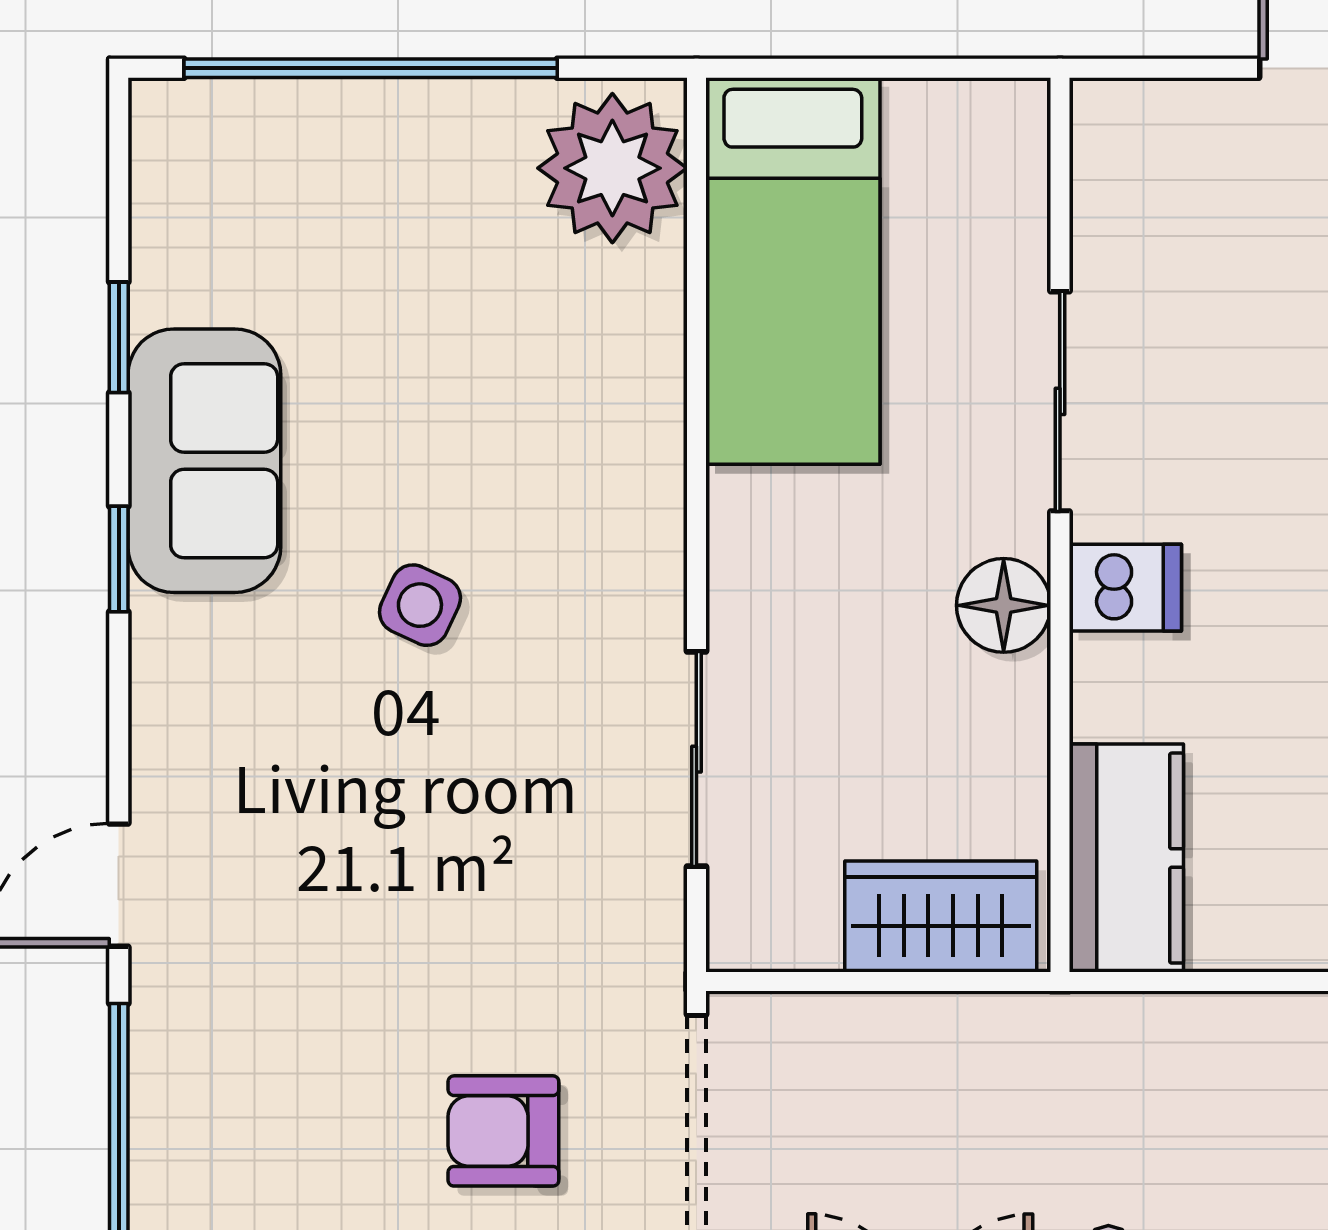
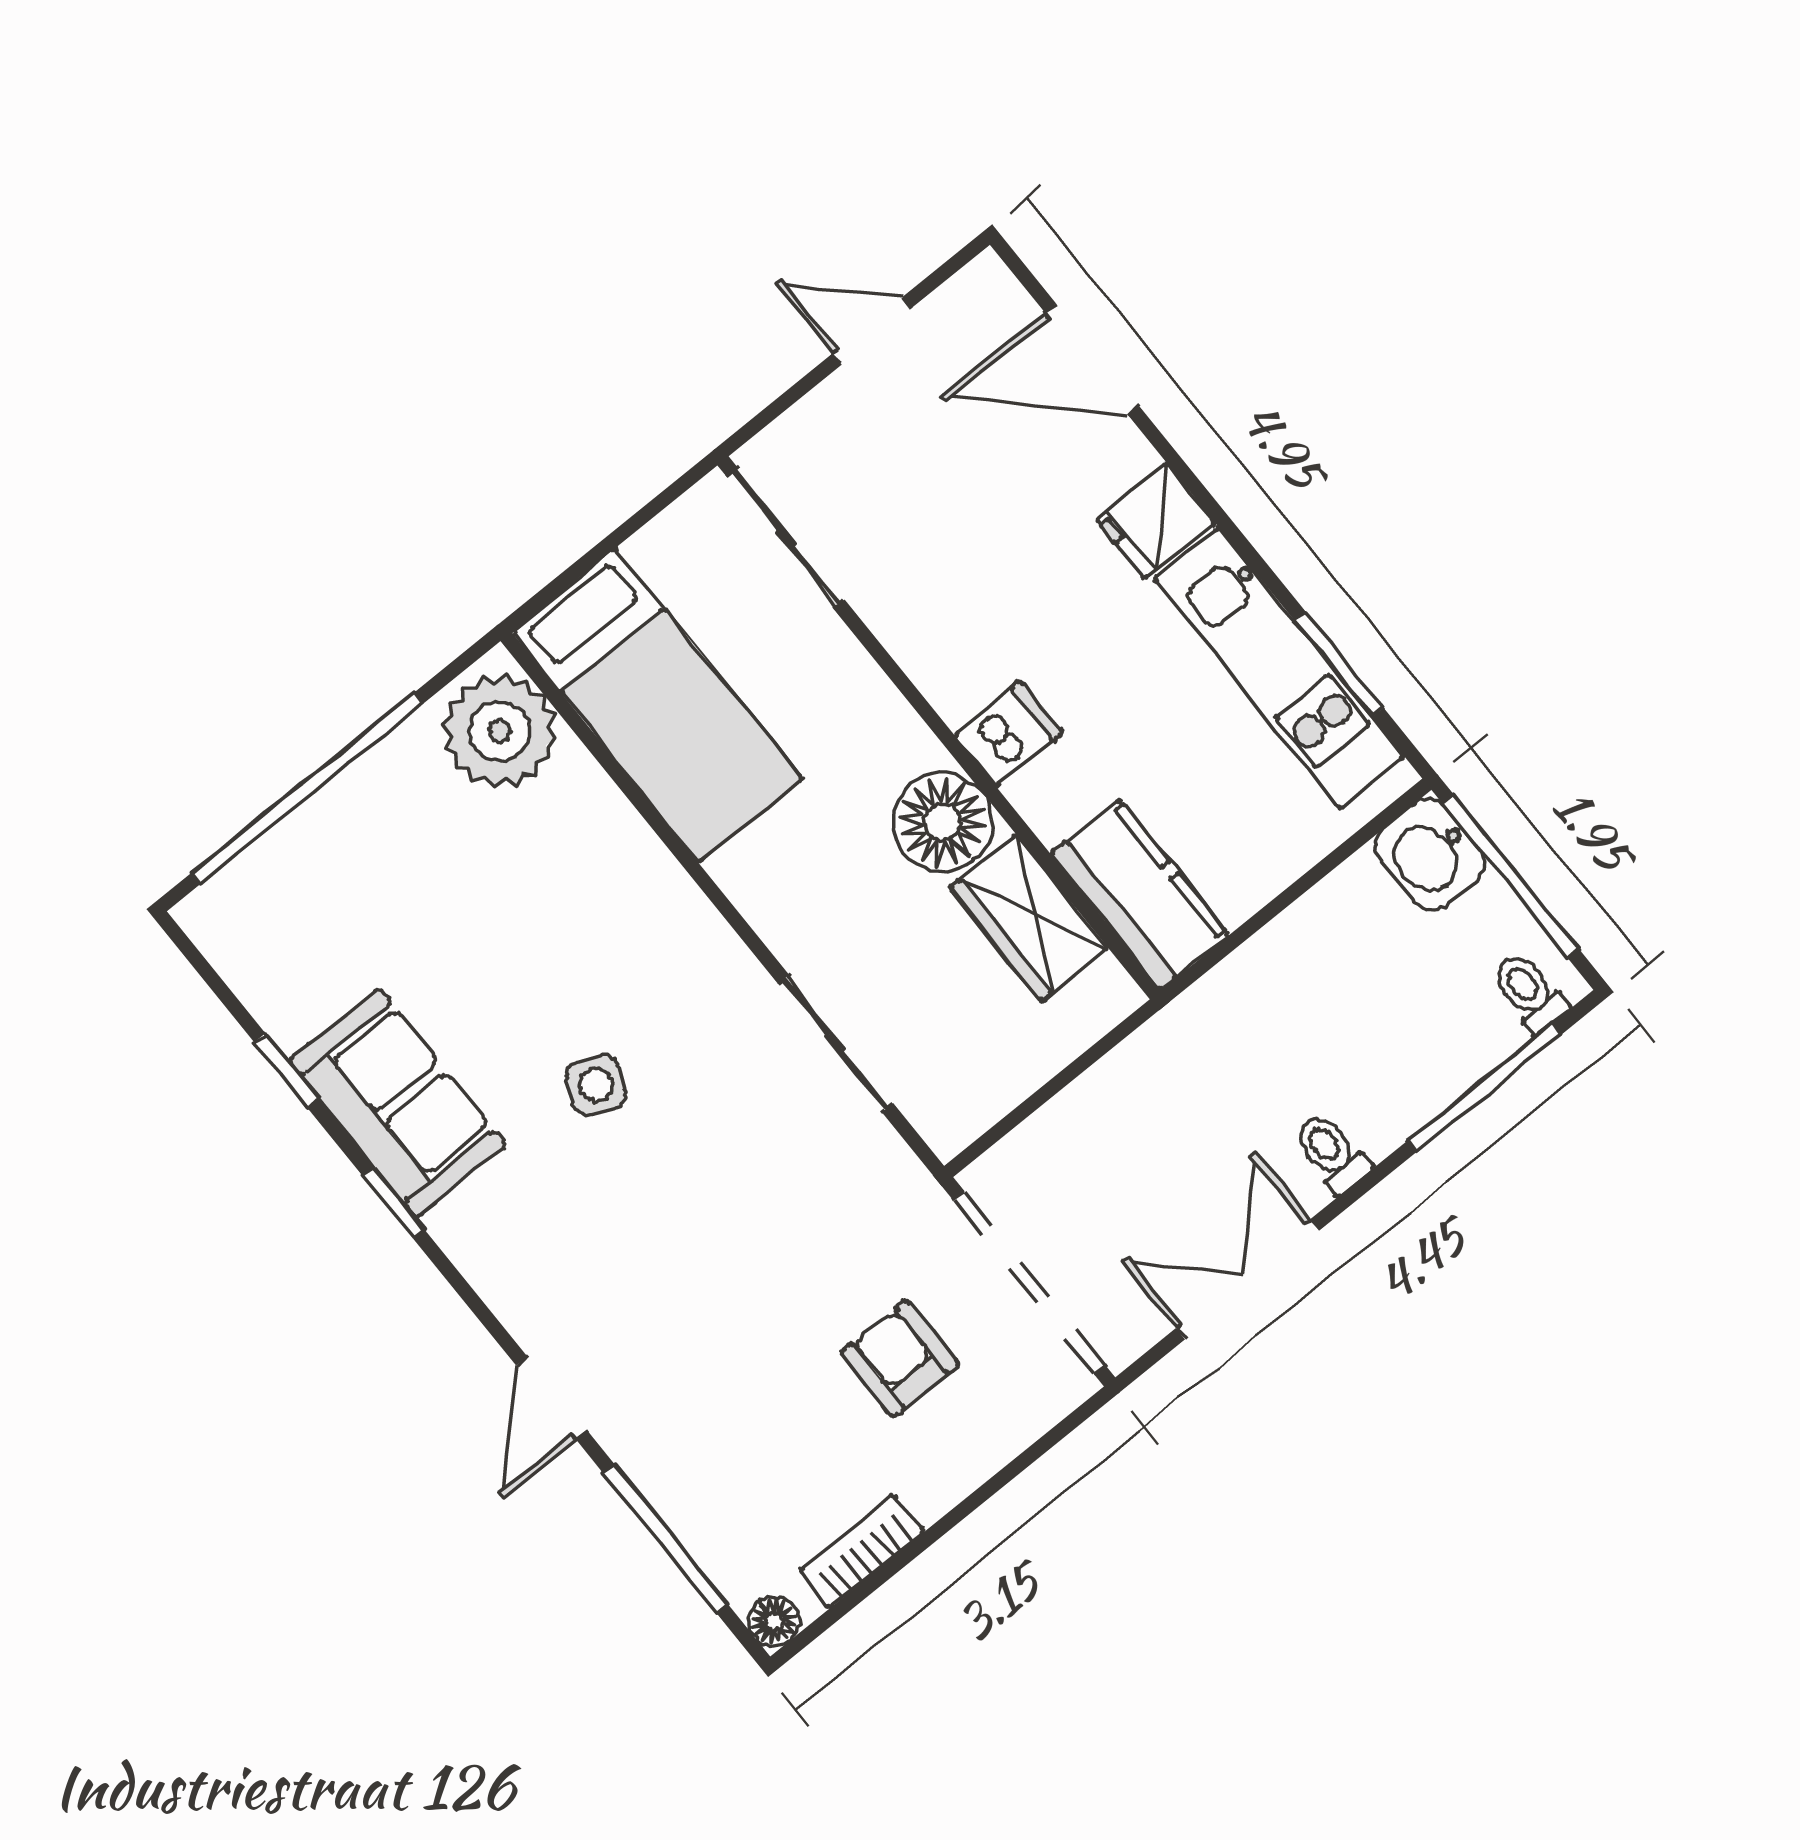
sliding door: (1060, 401) -> (786, 538), moved
floor lamp: (1004, 605) -> (942, 822), width x1.38, depth x1.38
wardrobe: (941, 917) -> (1029, 918), moved, turned -90
armchair: (503, 1131) -> (900, 1359), turned 90

